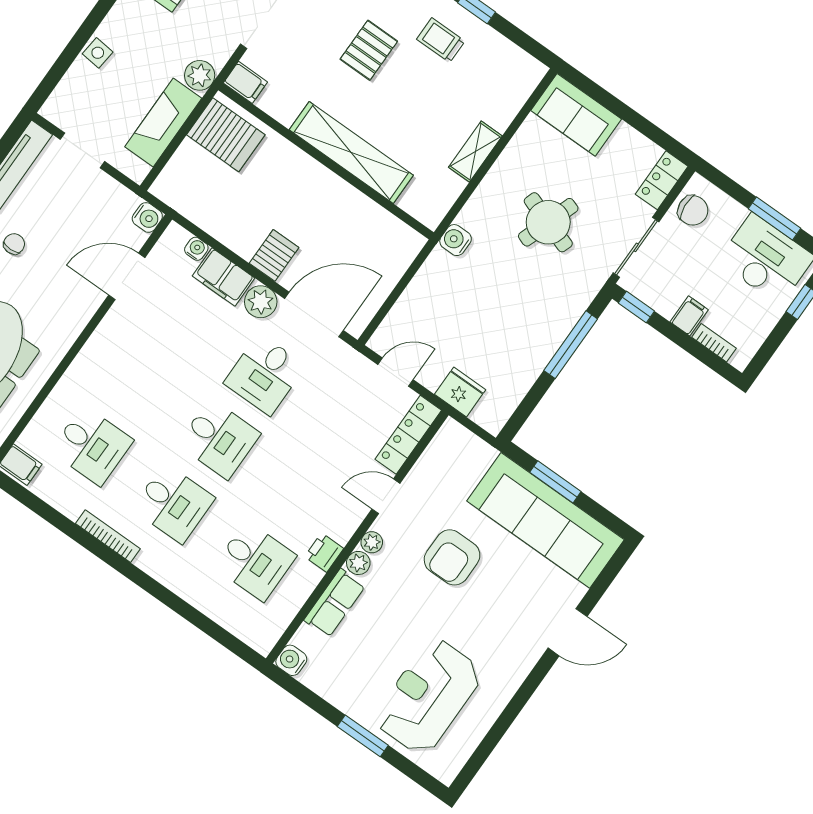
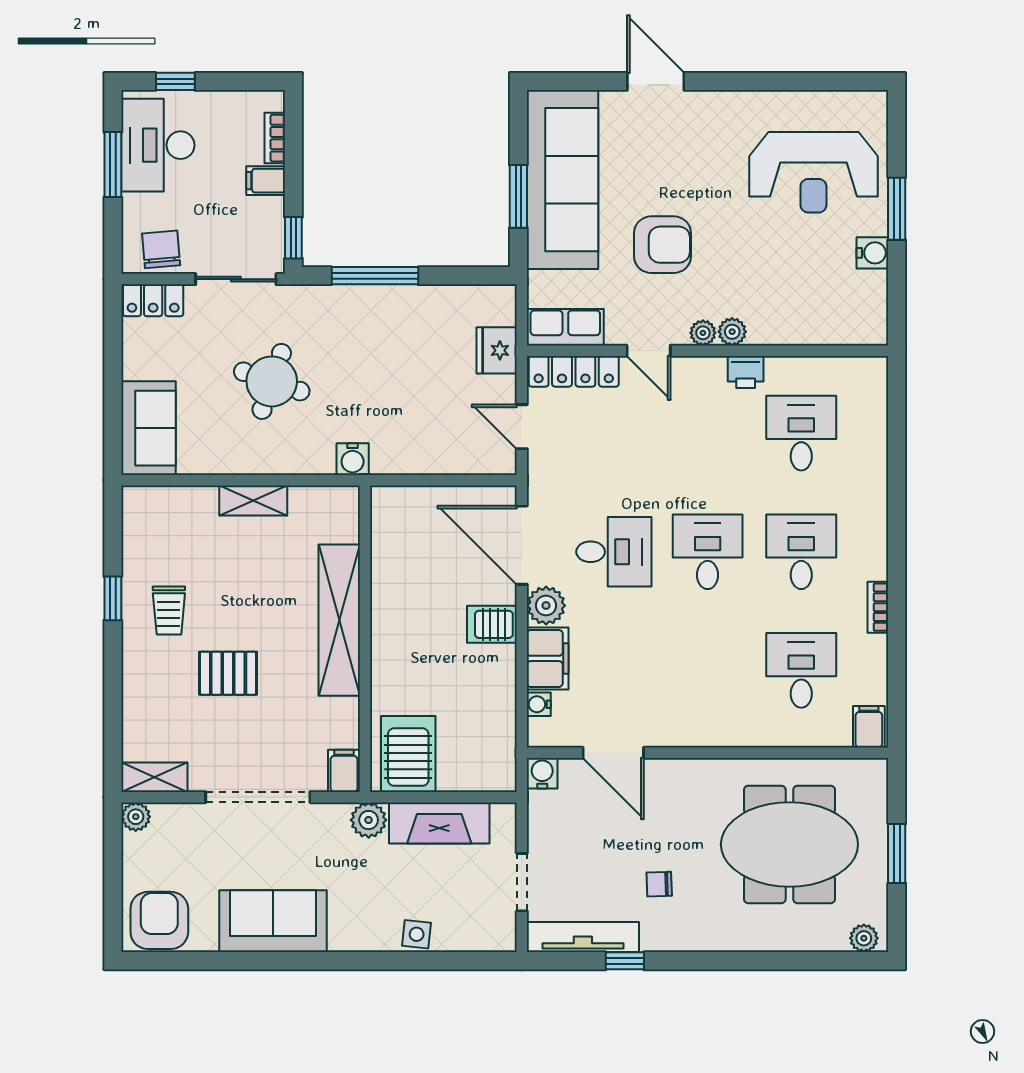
bookcase: (108, 536) -> (878, 607), width x0.64
row of seats: (335, 603) -> (565, 327), moved
water cooler: (291, 660) -> (872, 253), moved, turned -90

